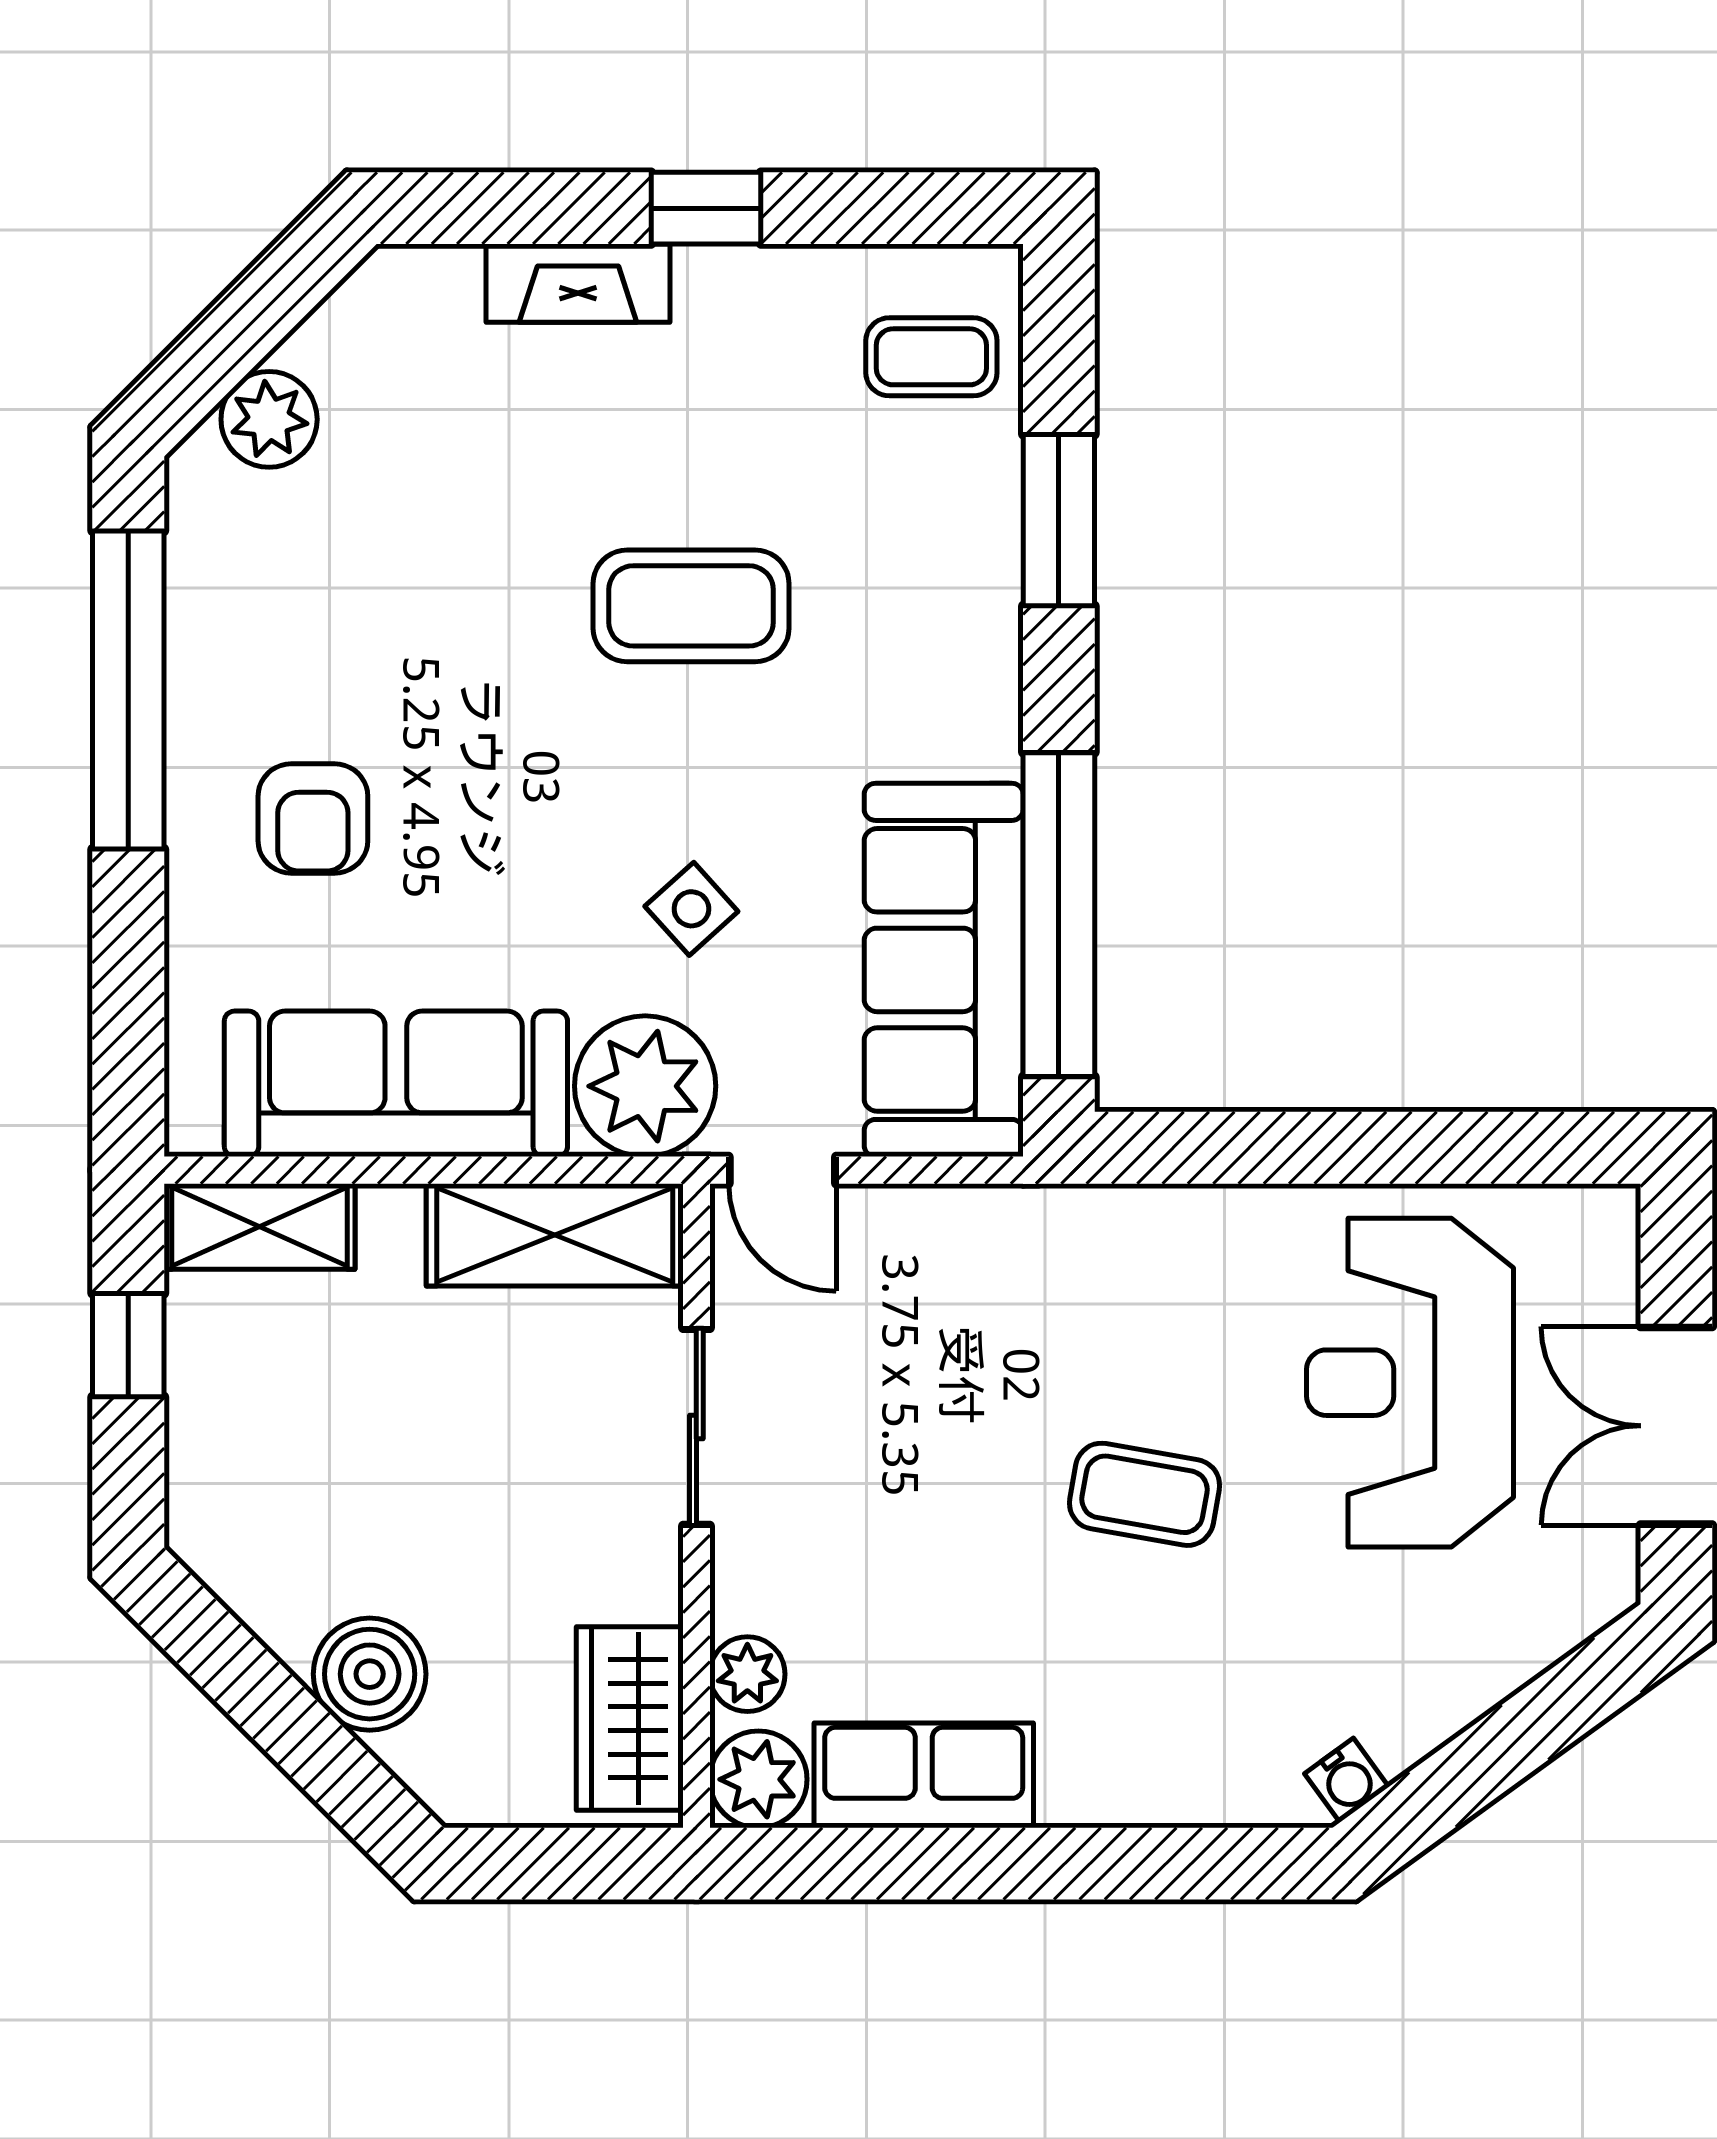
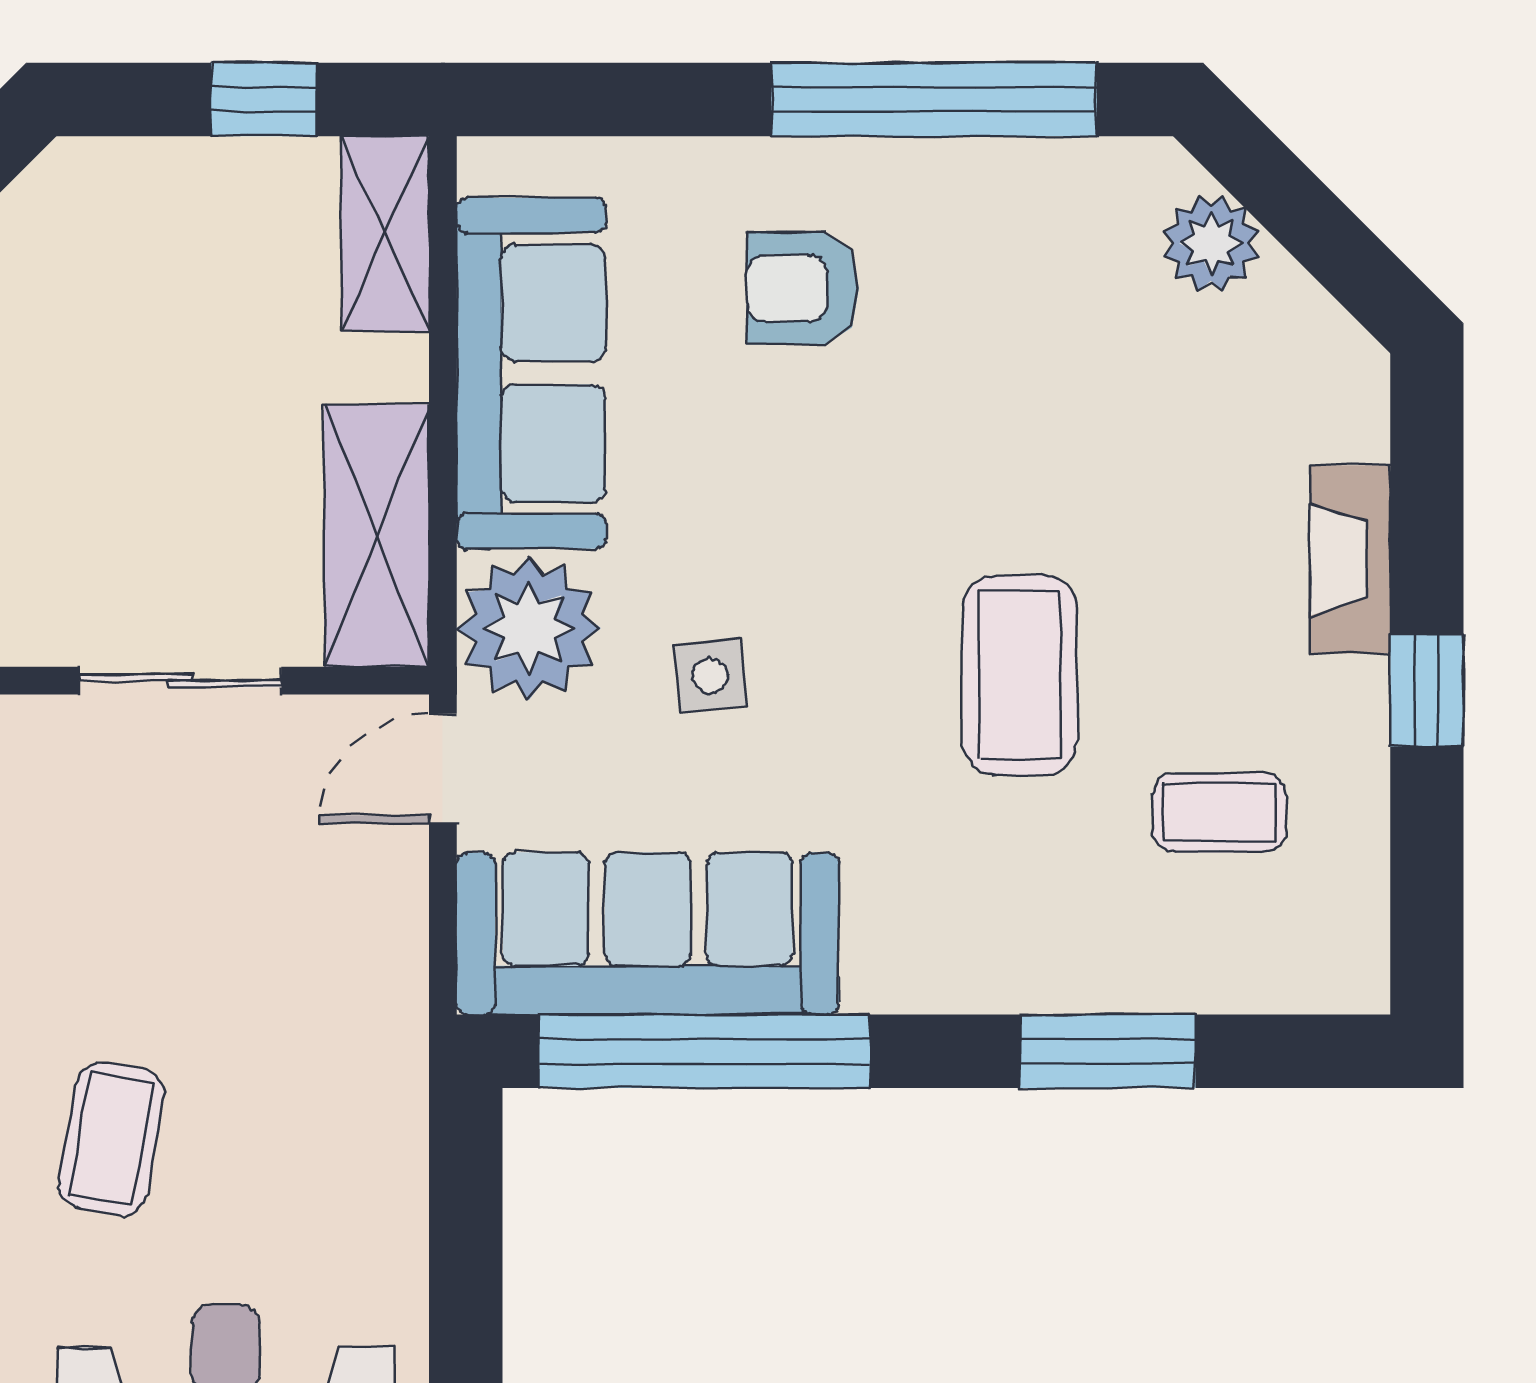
coffee table: (931, 357) -> (1219, 812), moved, turned 90
side table: (691, 909) -> (710, 675), turned 36

